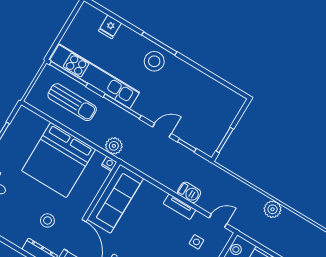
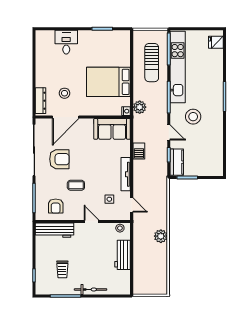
fridge: (110, 27) -> (216, 42), moved
stool: (154, 61) -> (193, 117), moved
kitchen counter: (200, 141) -> (177, 162), added
bed: (59, 160) -> (108, 82), width x0.73
barbecue: (189, 192) -> (139, 151), moved
sofa: (115, 199) -> (112, 129), width x0.73
tv unit: (180, 207) -> (126, 174), width x1.41

